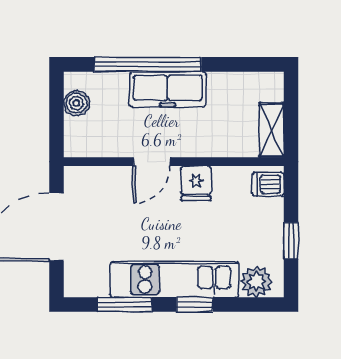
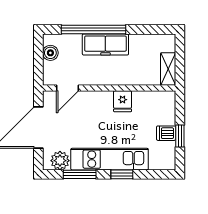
door: (152, 162) -> (67, 88), moved
dishwasher: (268, 184) -> (166, 133), moved
plant: (256, 282) -> (60, 161), moved

